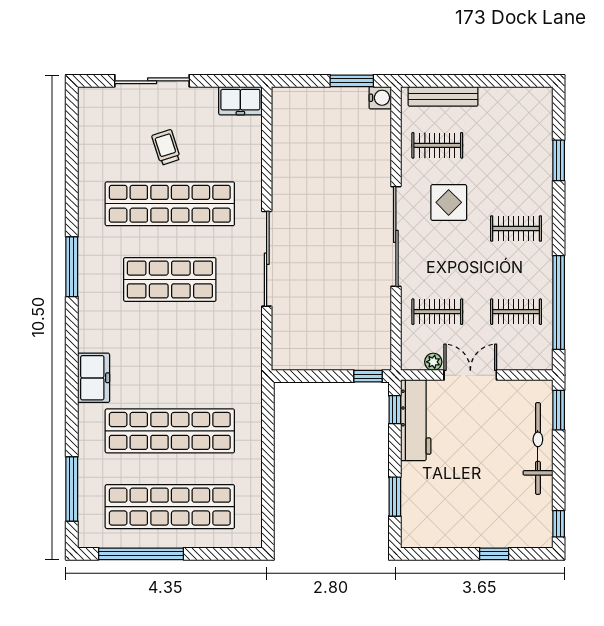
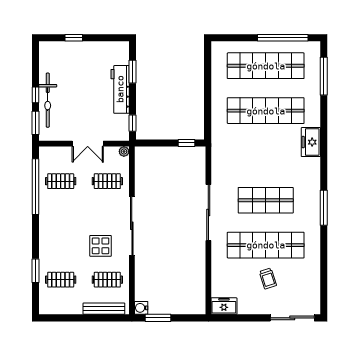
sliding door: (152, 81) -> (292, 318), moved
clothes rail: (516, 229) -> (61, 280), moved
plant: (433, 362) -> (124, 151), moved
window: (368, 376) -> (186, 143), moved
workbench: (416, 420) -> (120, 89), moved
window: (559, 524) -> (35, 95), moved

